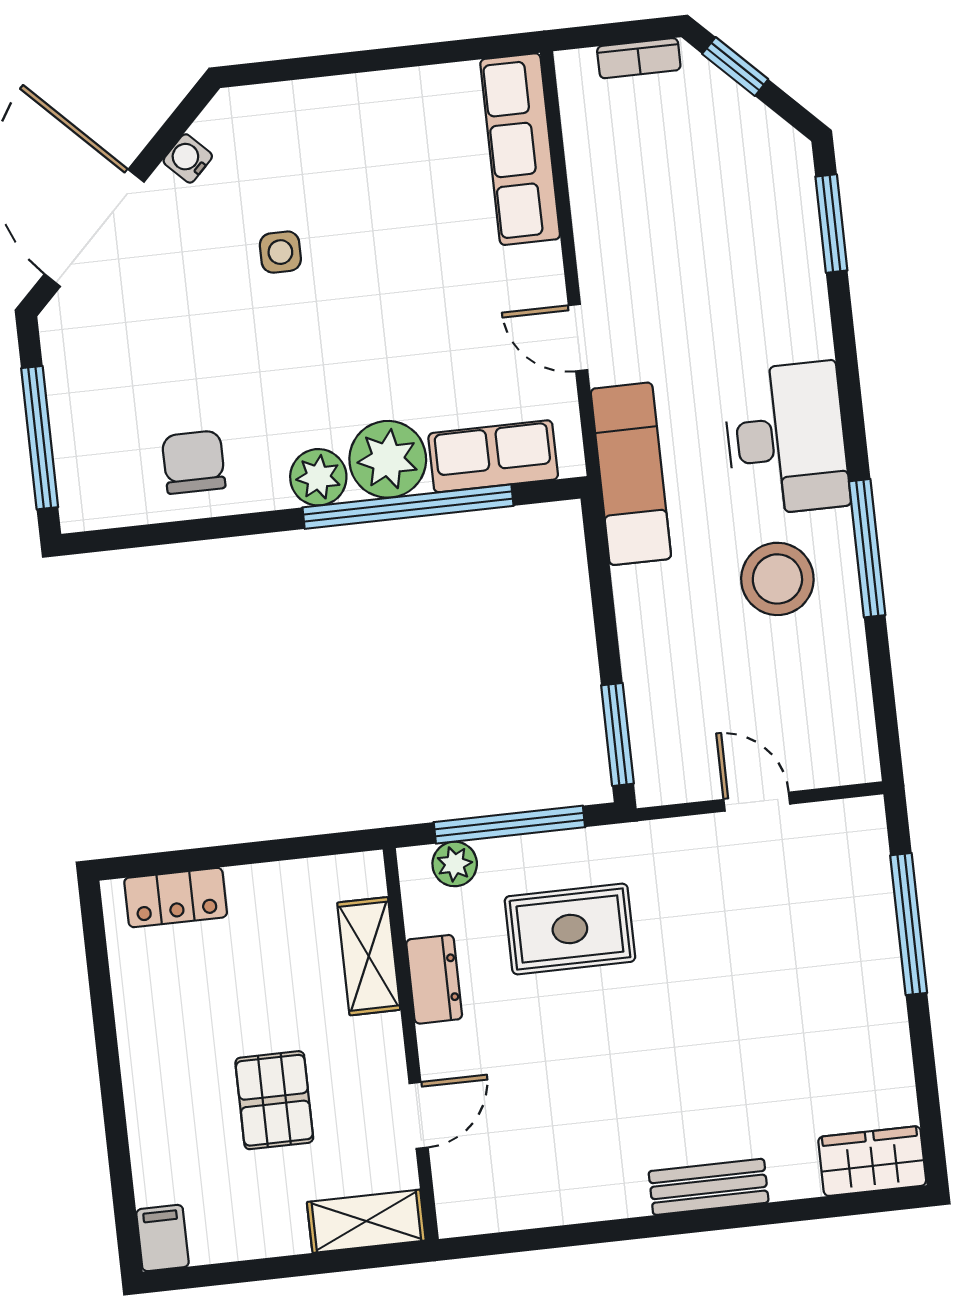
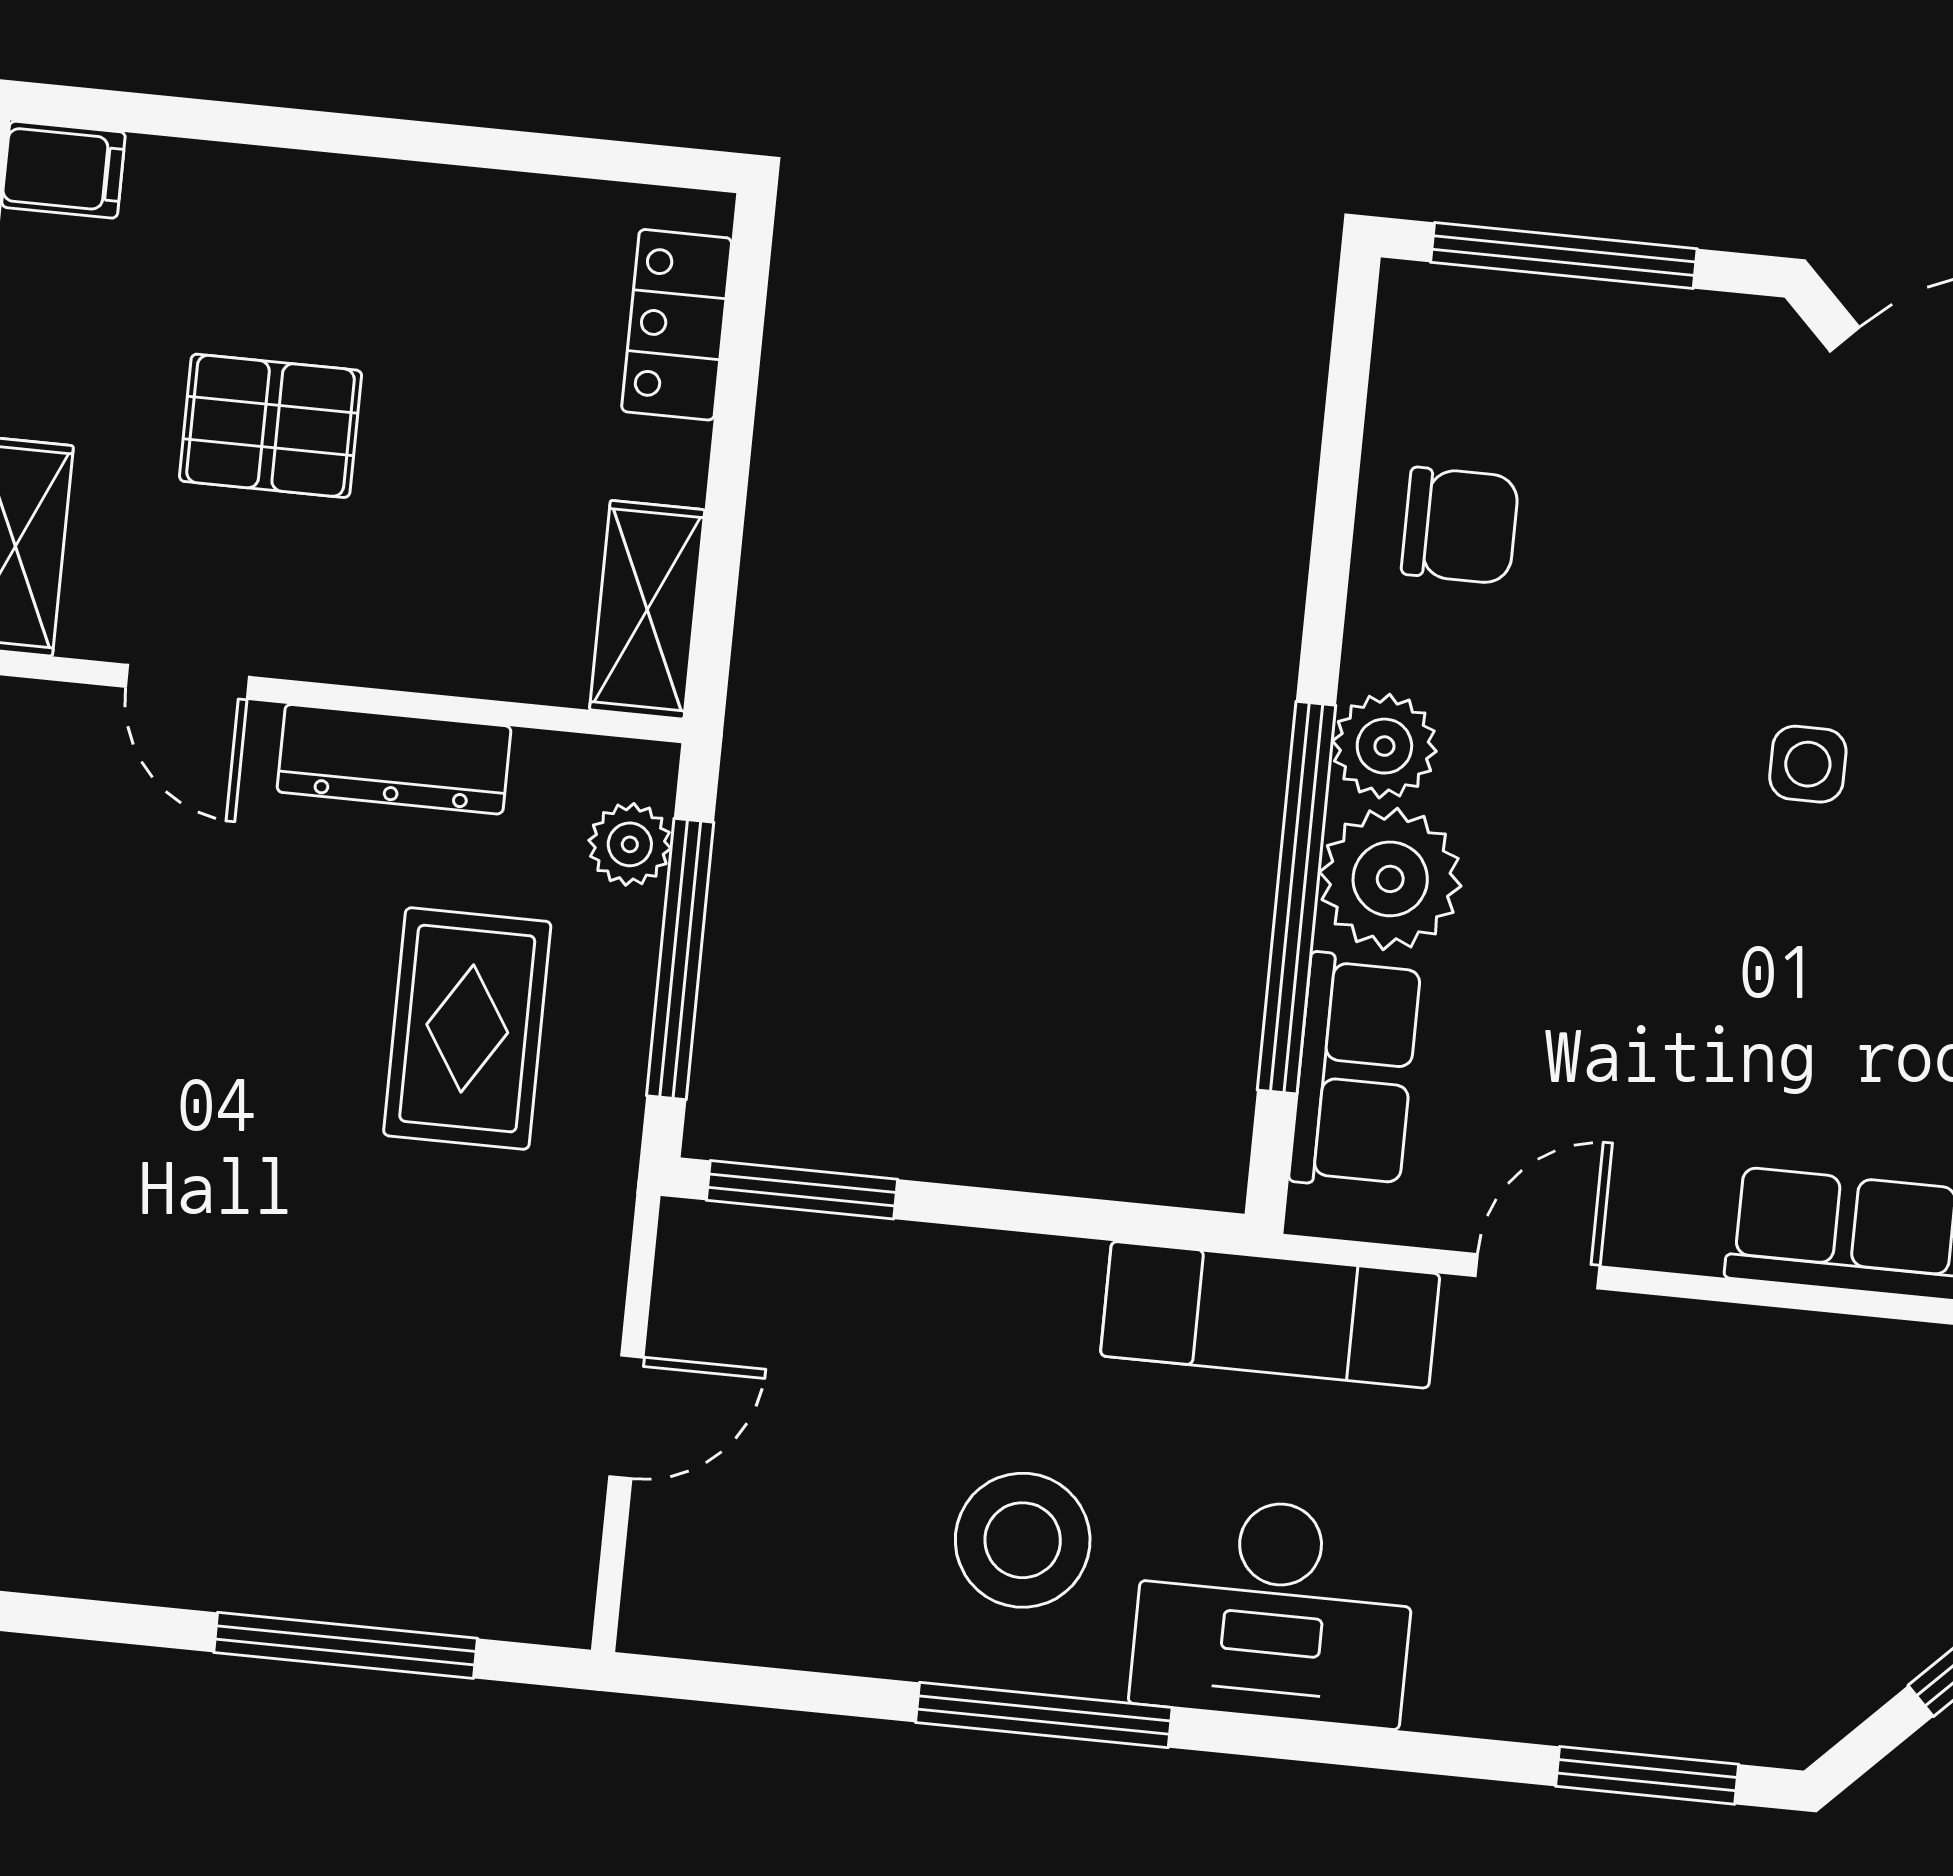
shelving: (369, 956) -> (647, 610), moved, turned 90
dresser: (434, 979) -> (394, 759), width x1.44

